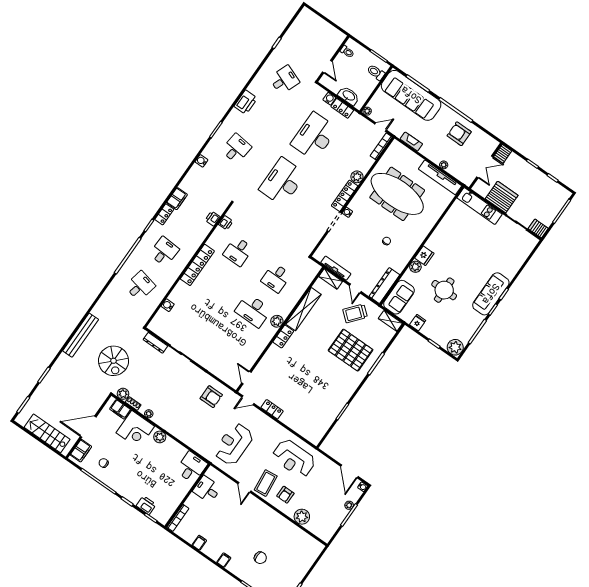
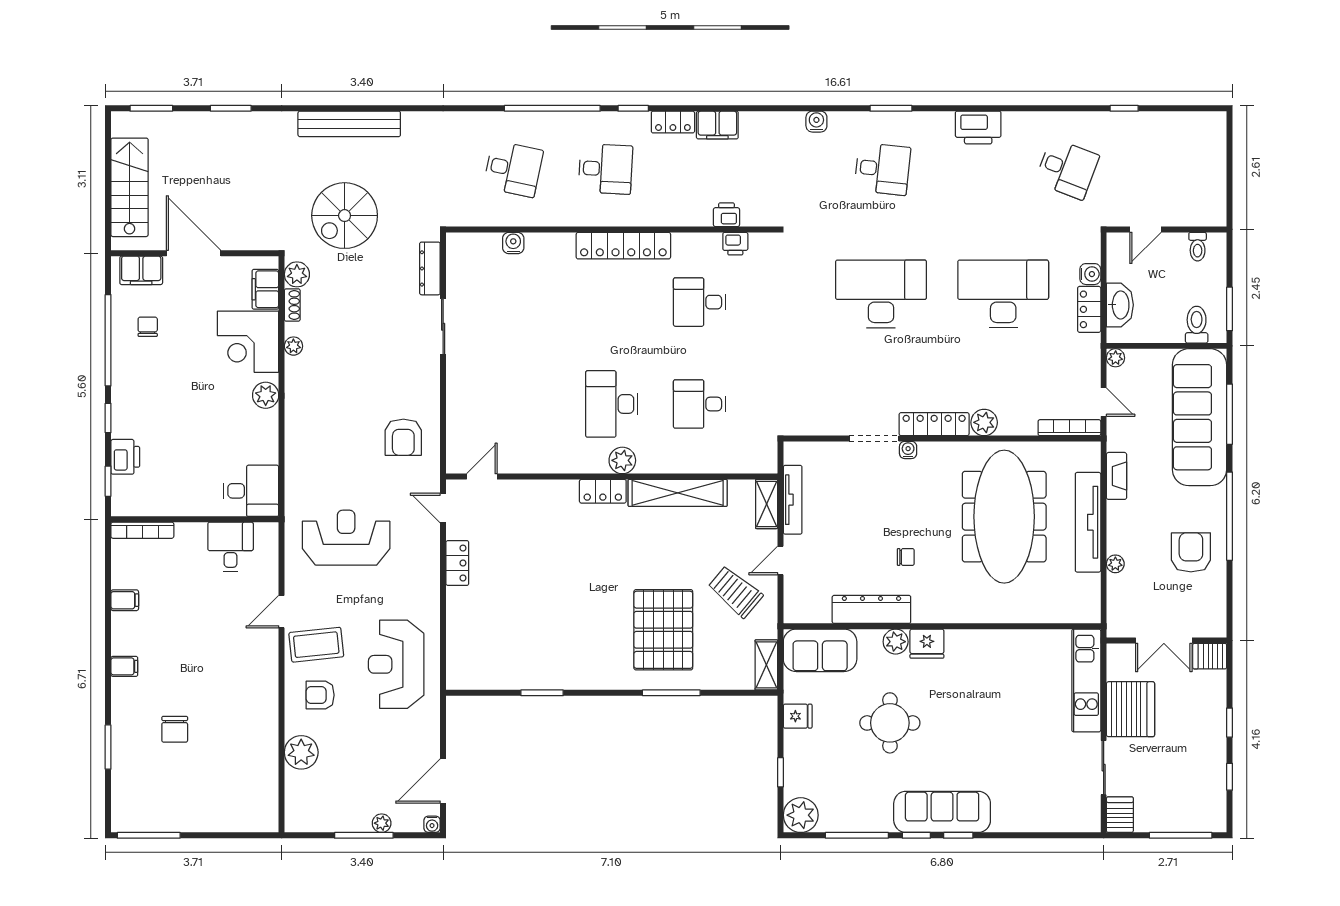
tv unit: (440, 177) -> (1088, 522), moved
dresser: (384, 286) -> (871, 609), moved

